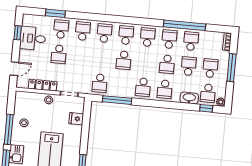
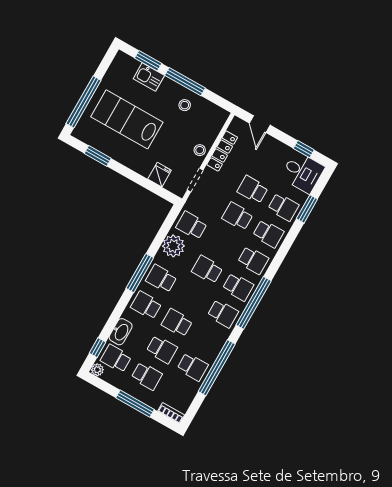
window: (132, 20) -> (254, 303), added
desk: (33, 38) -> (302, 172), moved, turned 90
school desk: (169, 39) -> (237, 216), moved, turned 180
plant: (118, 89) -> (173, 246), added
window: (117, 100) -> (140, 273), moved

